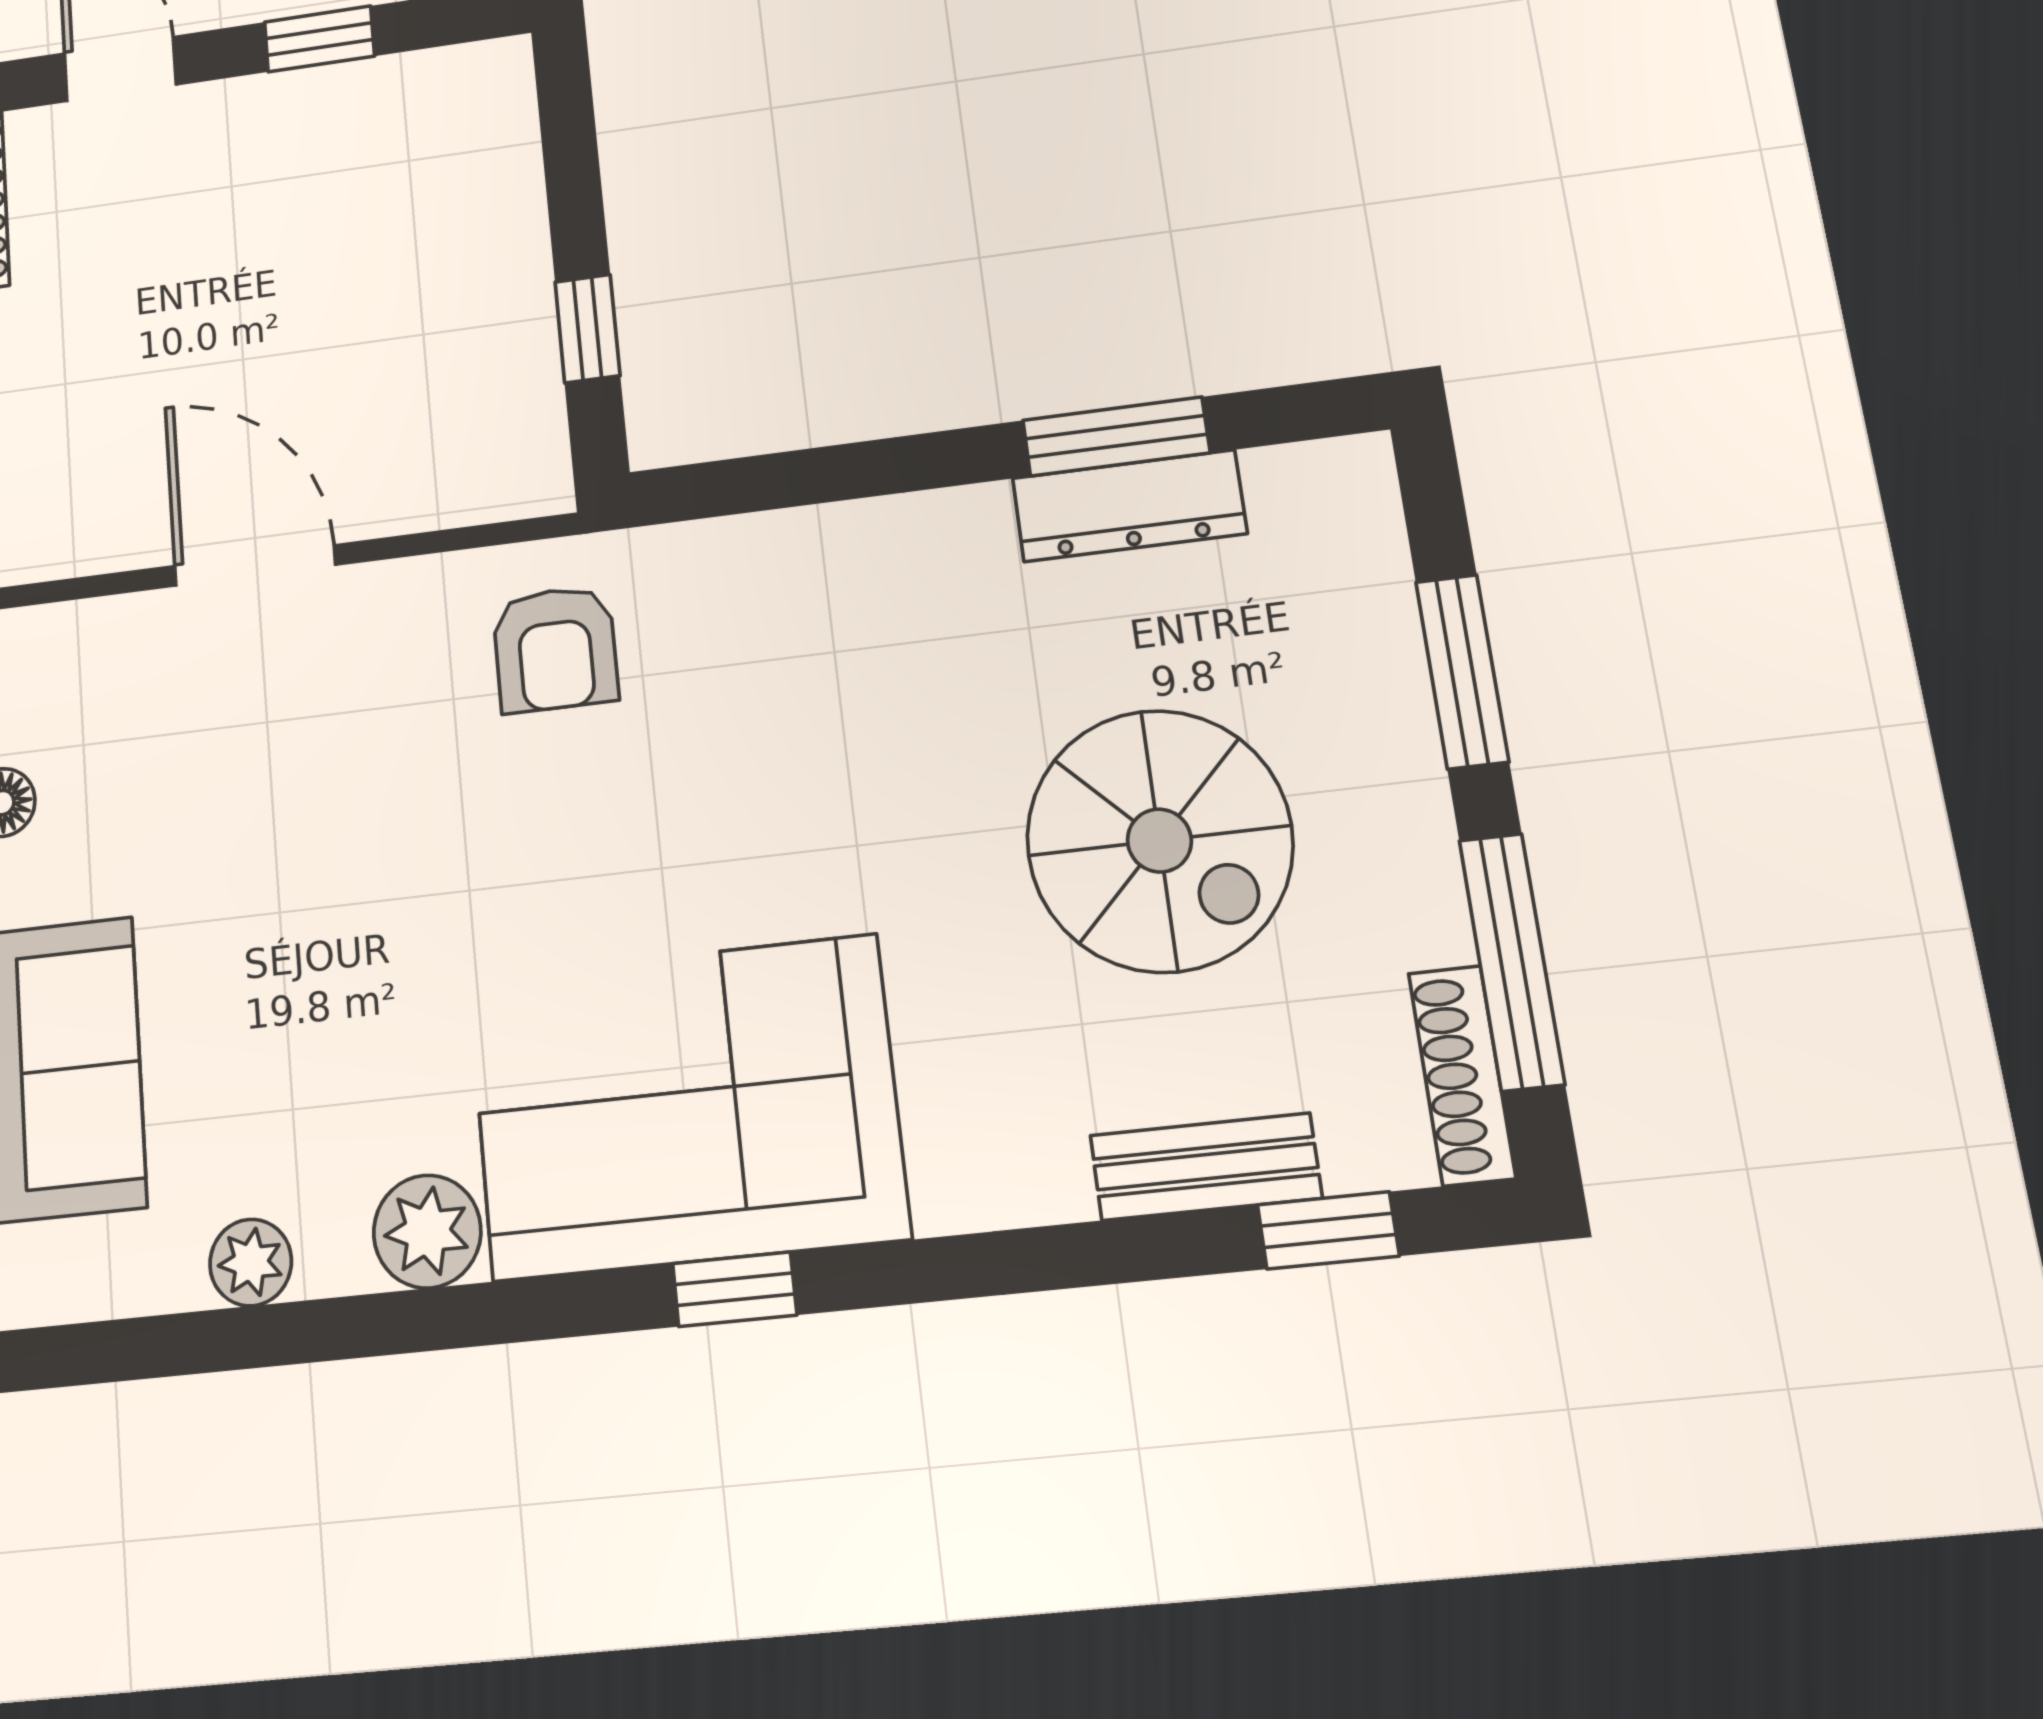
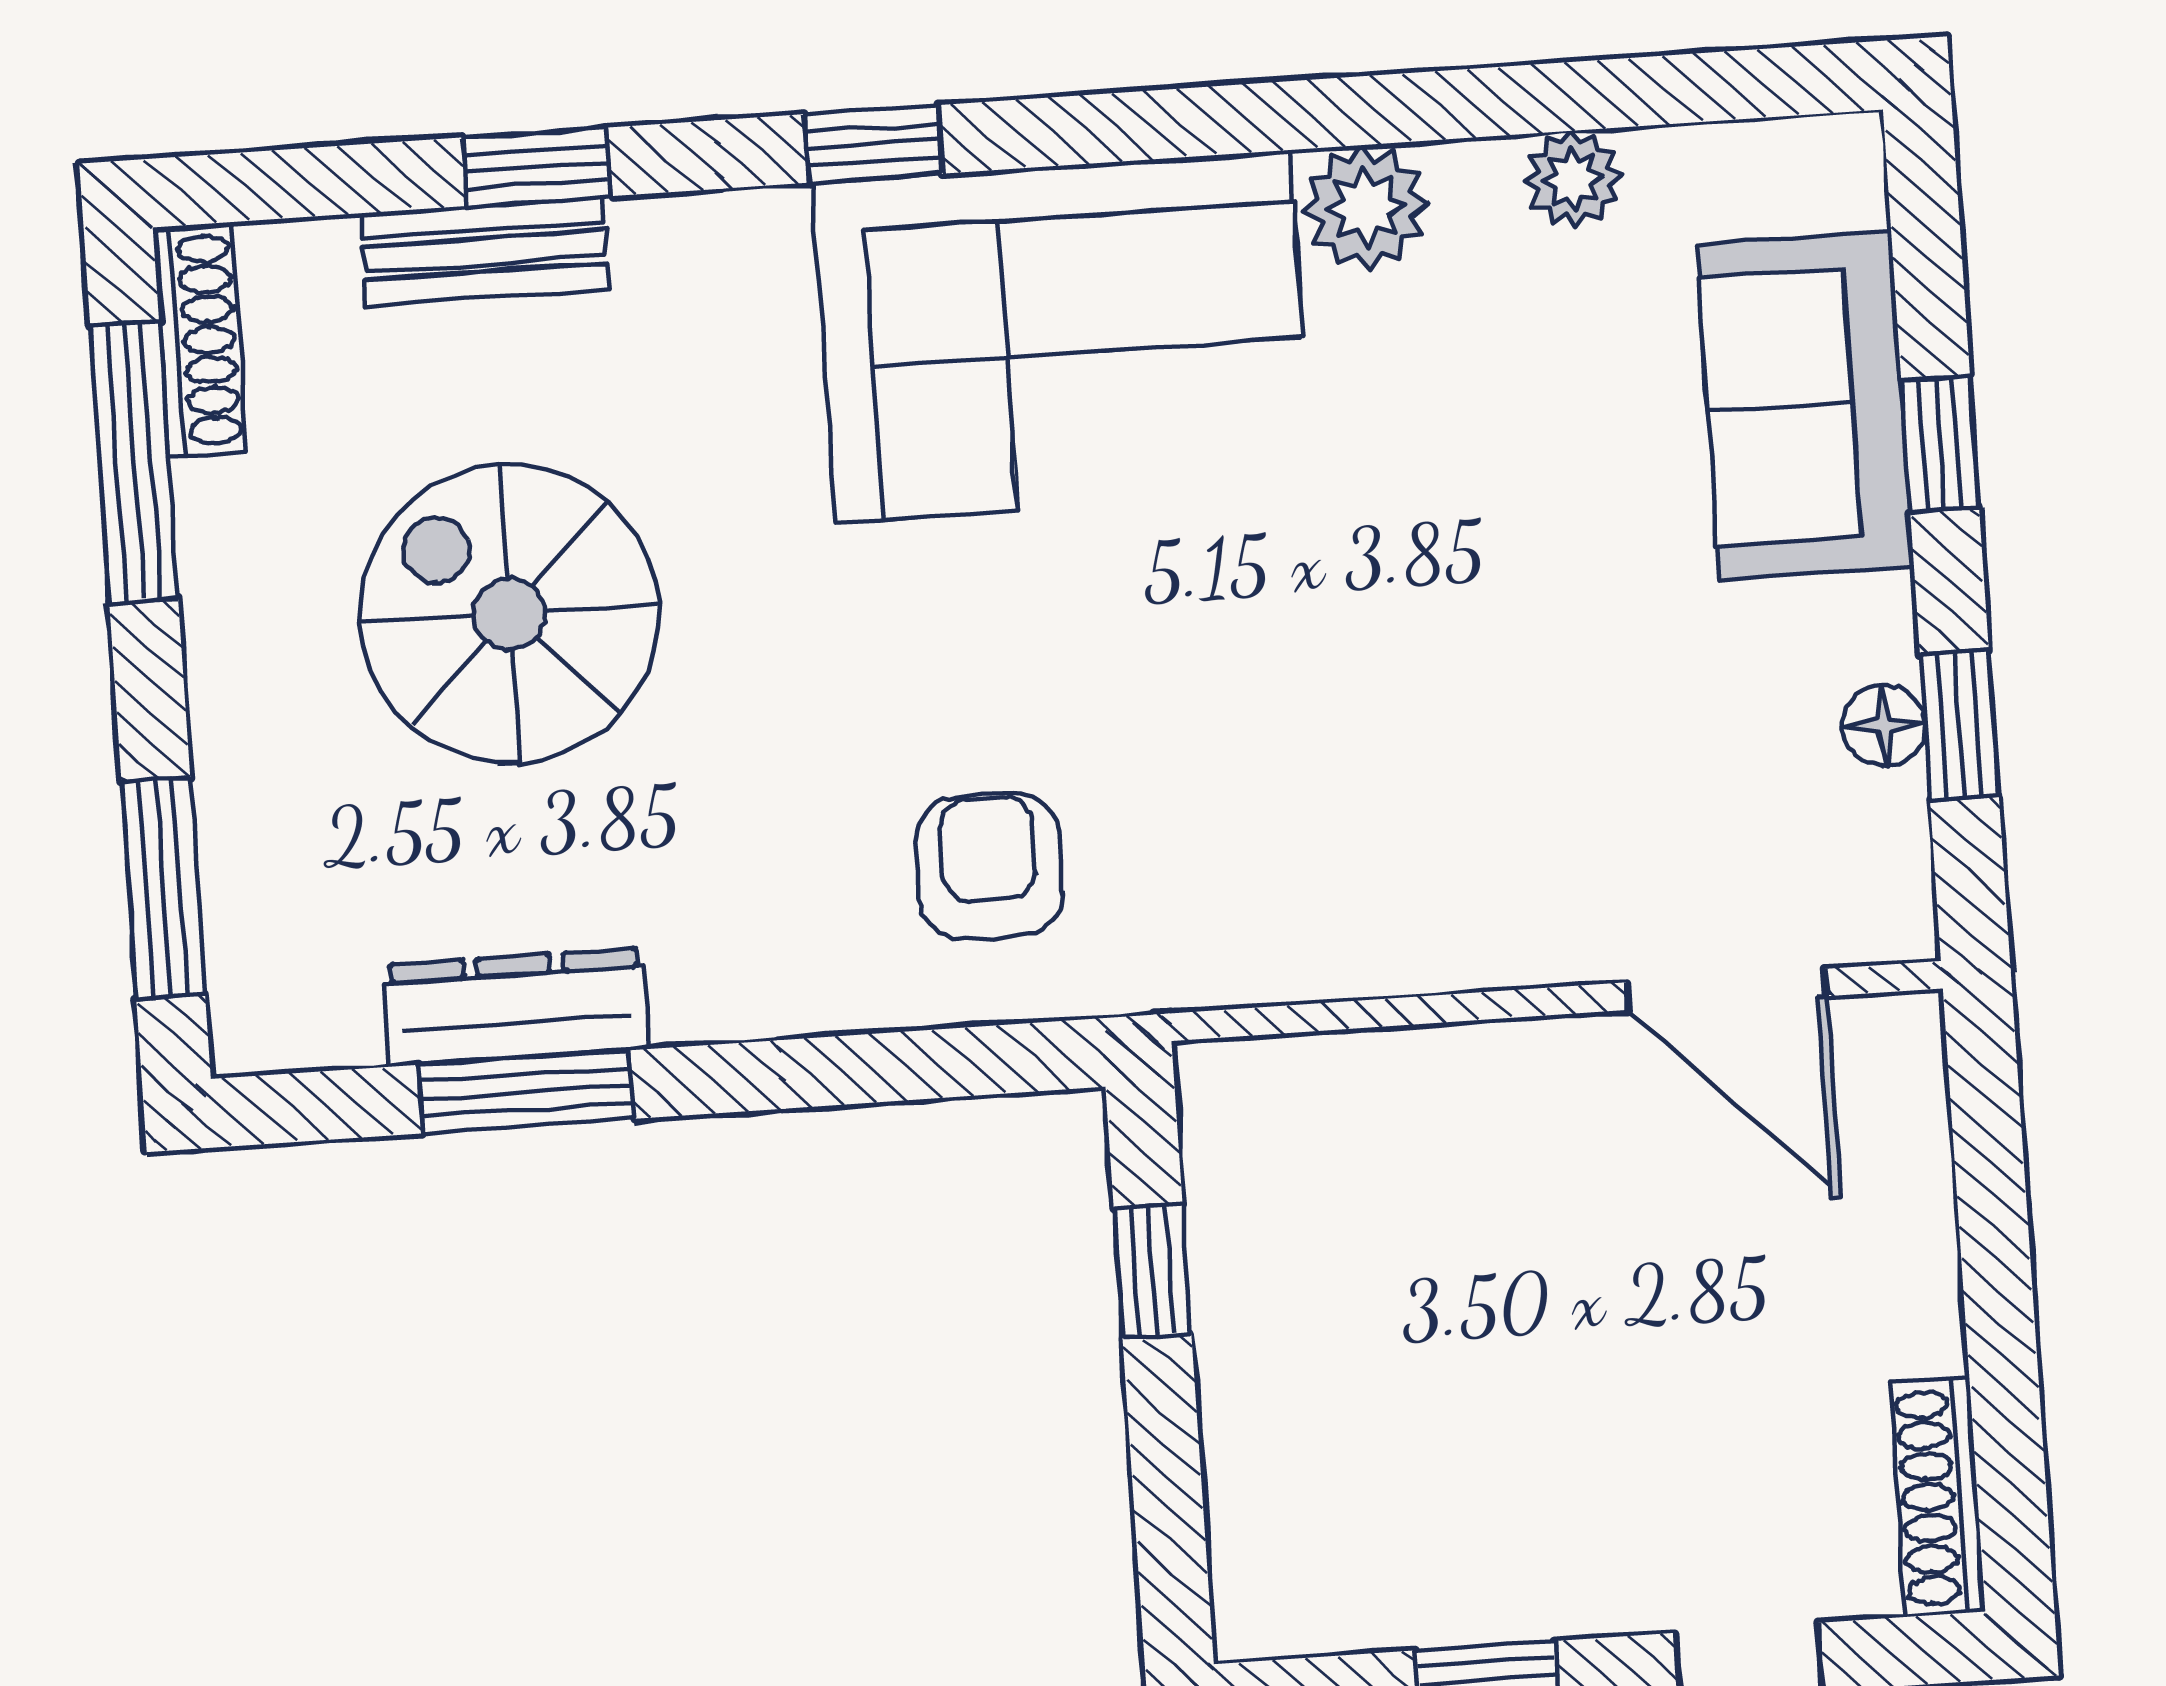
door: (255, 565) -> (1726, 989), moved
armchair: (555, 649) -> (989, 866), moved
window: (1462, 671) -> (163, 888), moved
window: (1328, 1230) -> (537, 167), moved
window: (735, 1289) -> (874, 144), moved

